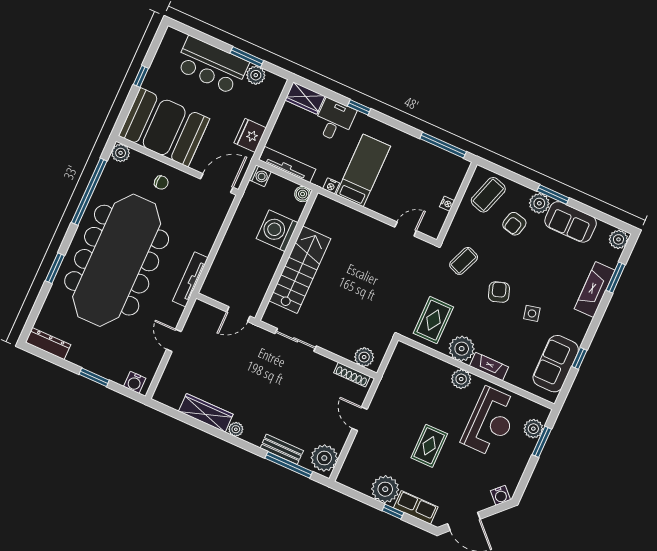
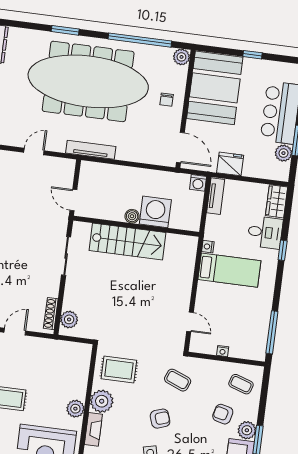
tv unit: (287, 165) -> (216, 196), width x0.71
boiler: (303, 194) -> (132, 216), moved
coffee table: (488, 195) -> (241, 384), width x0.73, depth x0.77

